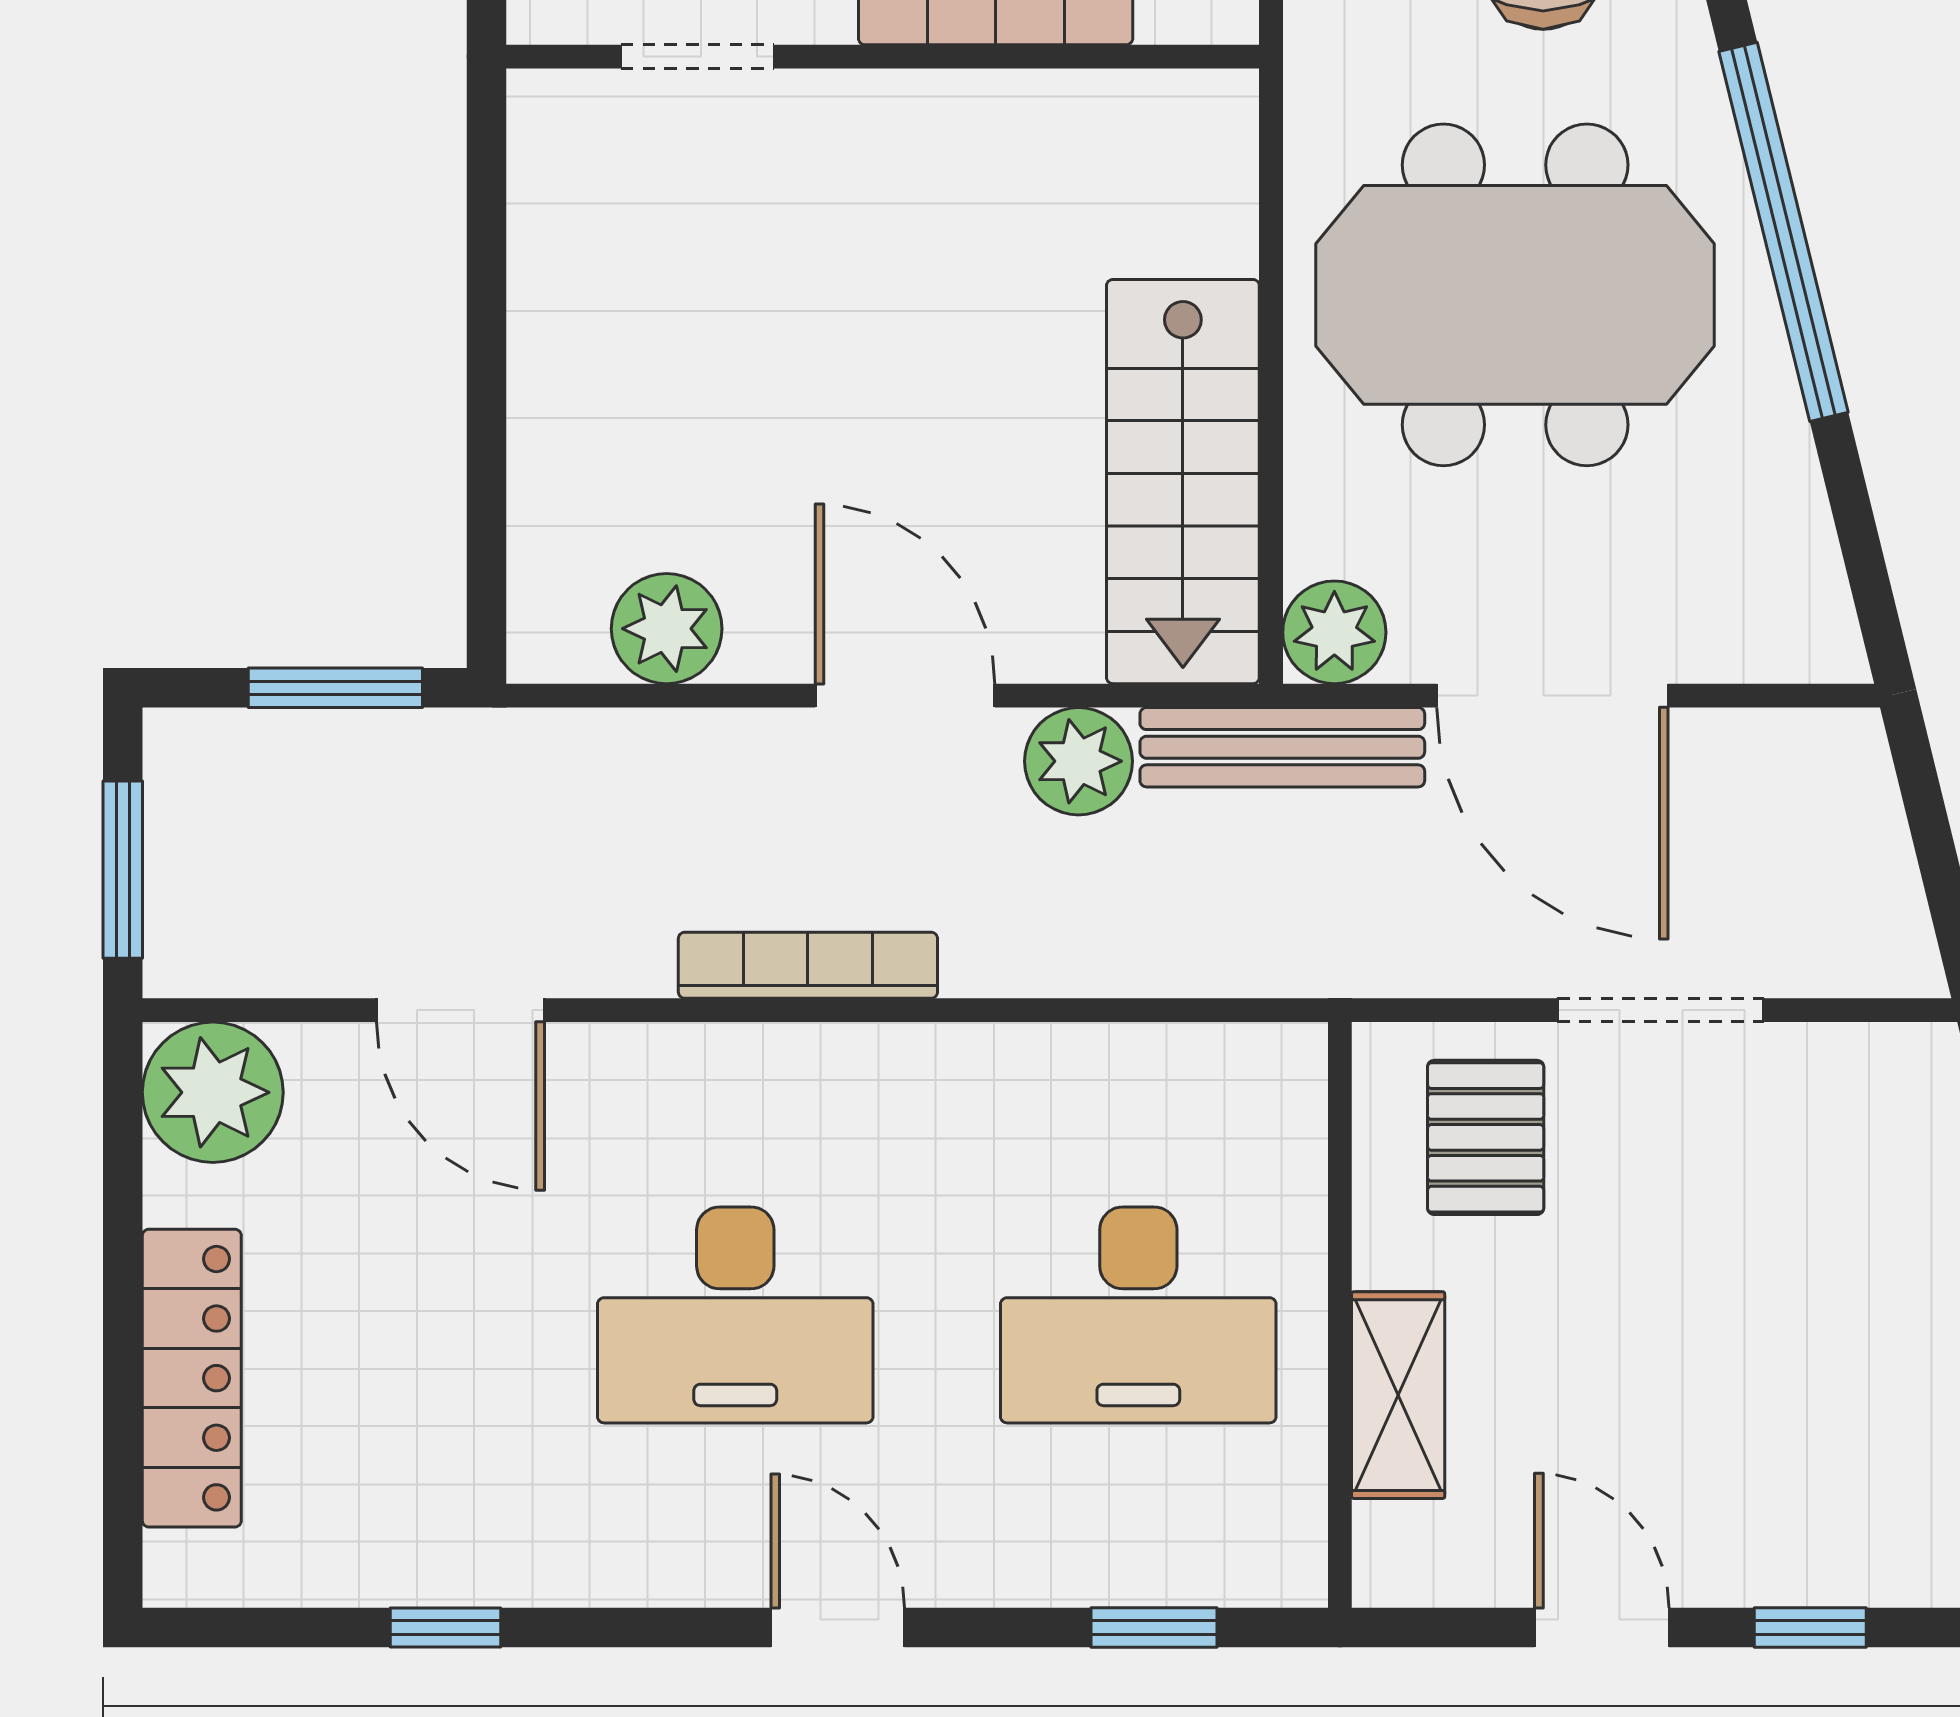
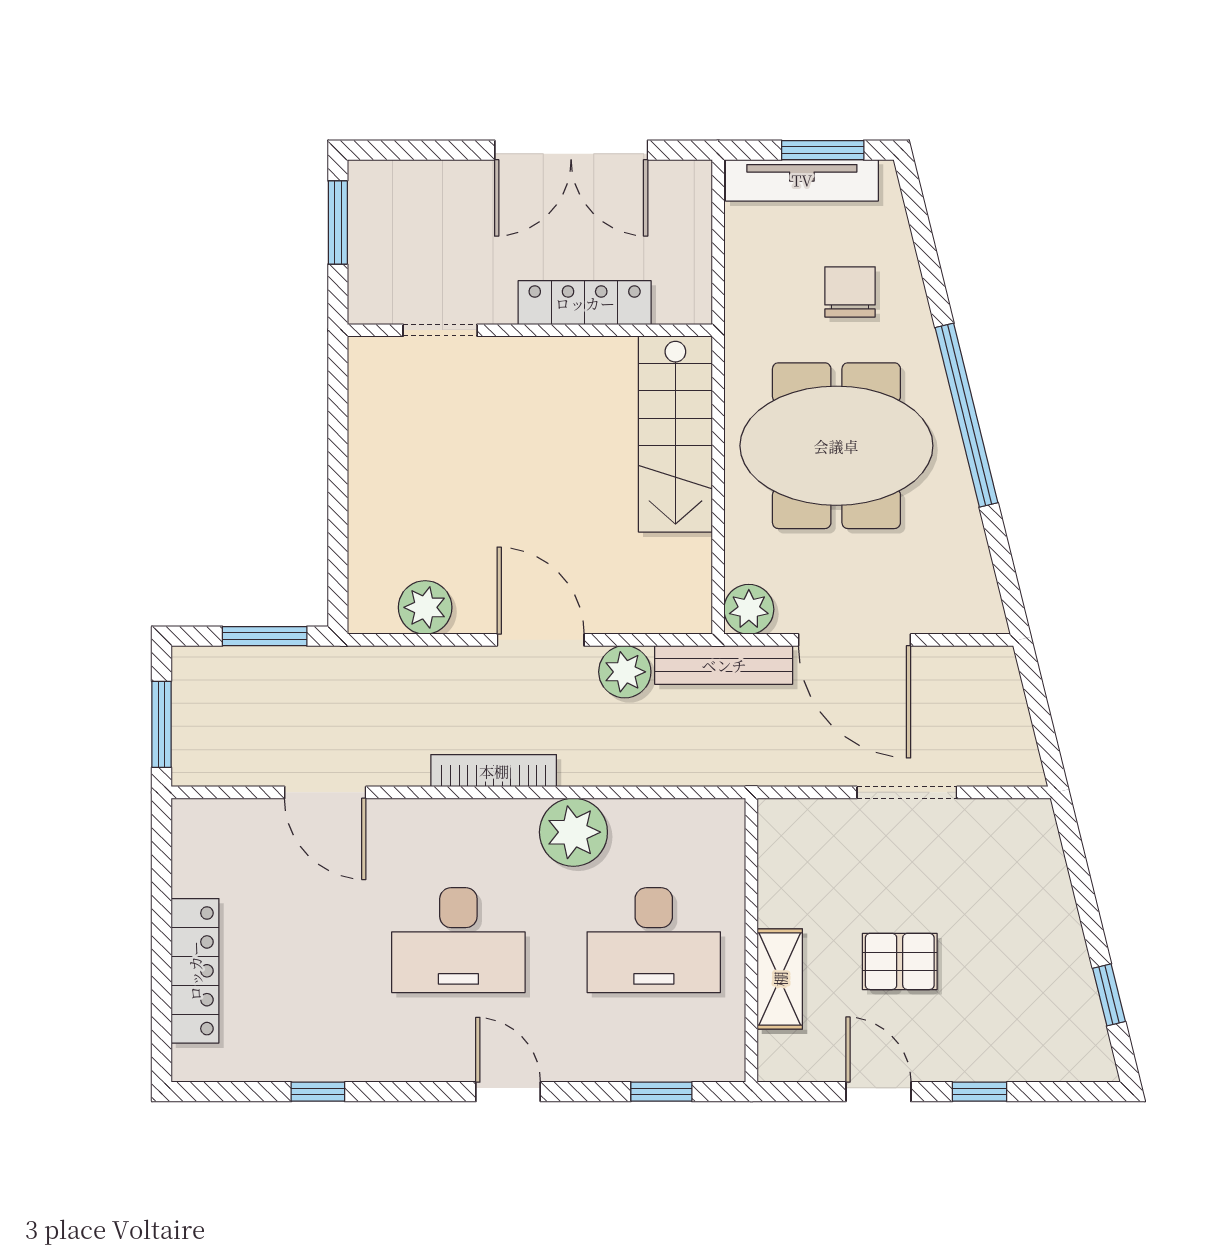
stairs: (1183, 482) -> (675, 434), moved
plant: (213, 1092) -> (573, 832), moved
pallet: (1486, 1137) -> (900, 961), moved, turned 90

